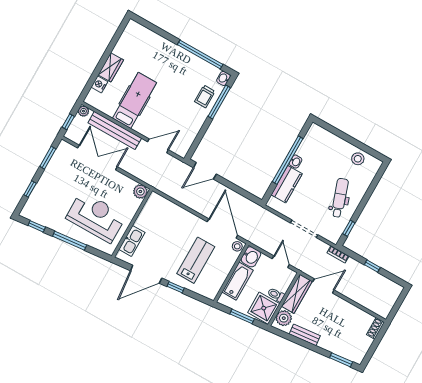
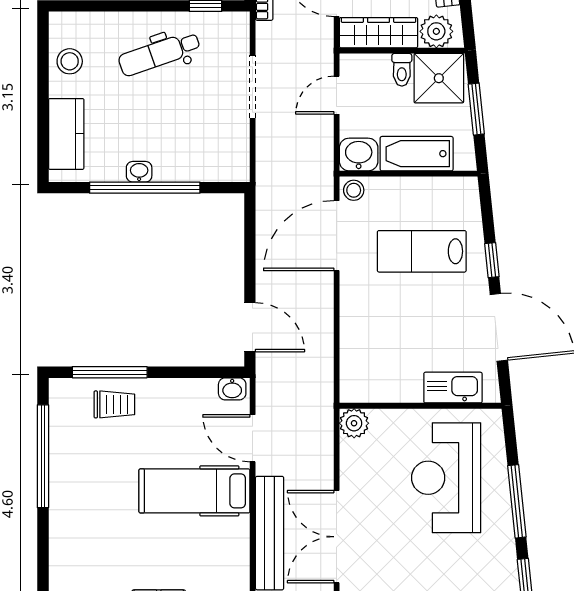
washbasin: (224, 78) -> (232, 389), moved
hospital bed: (135, 100) -> (194, 491), moved
kitchen counter: (287, 184) -> (66, 134), moved, turned 90

